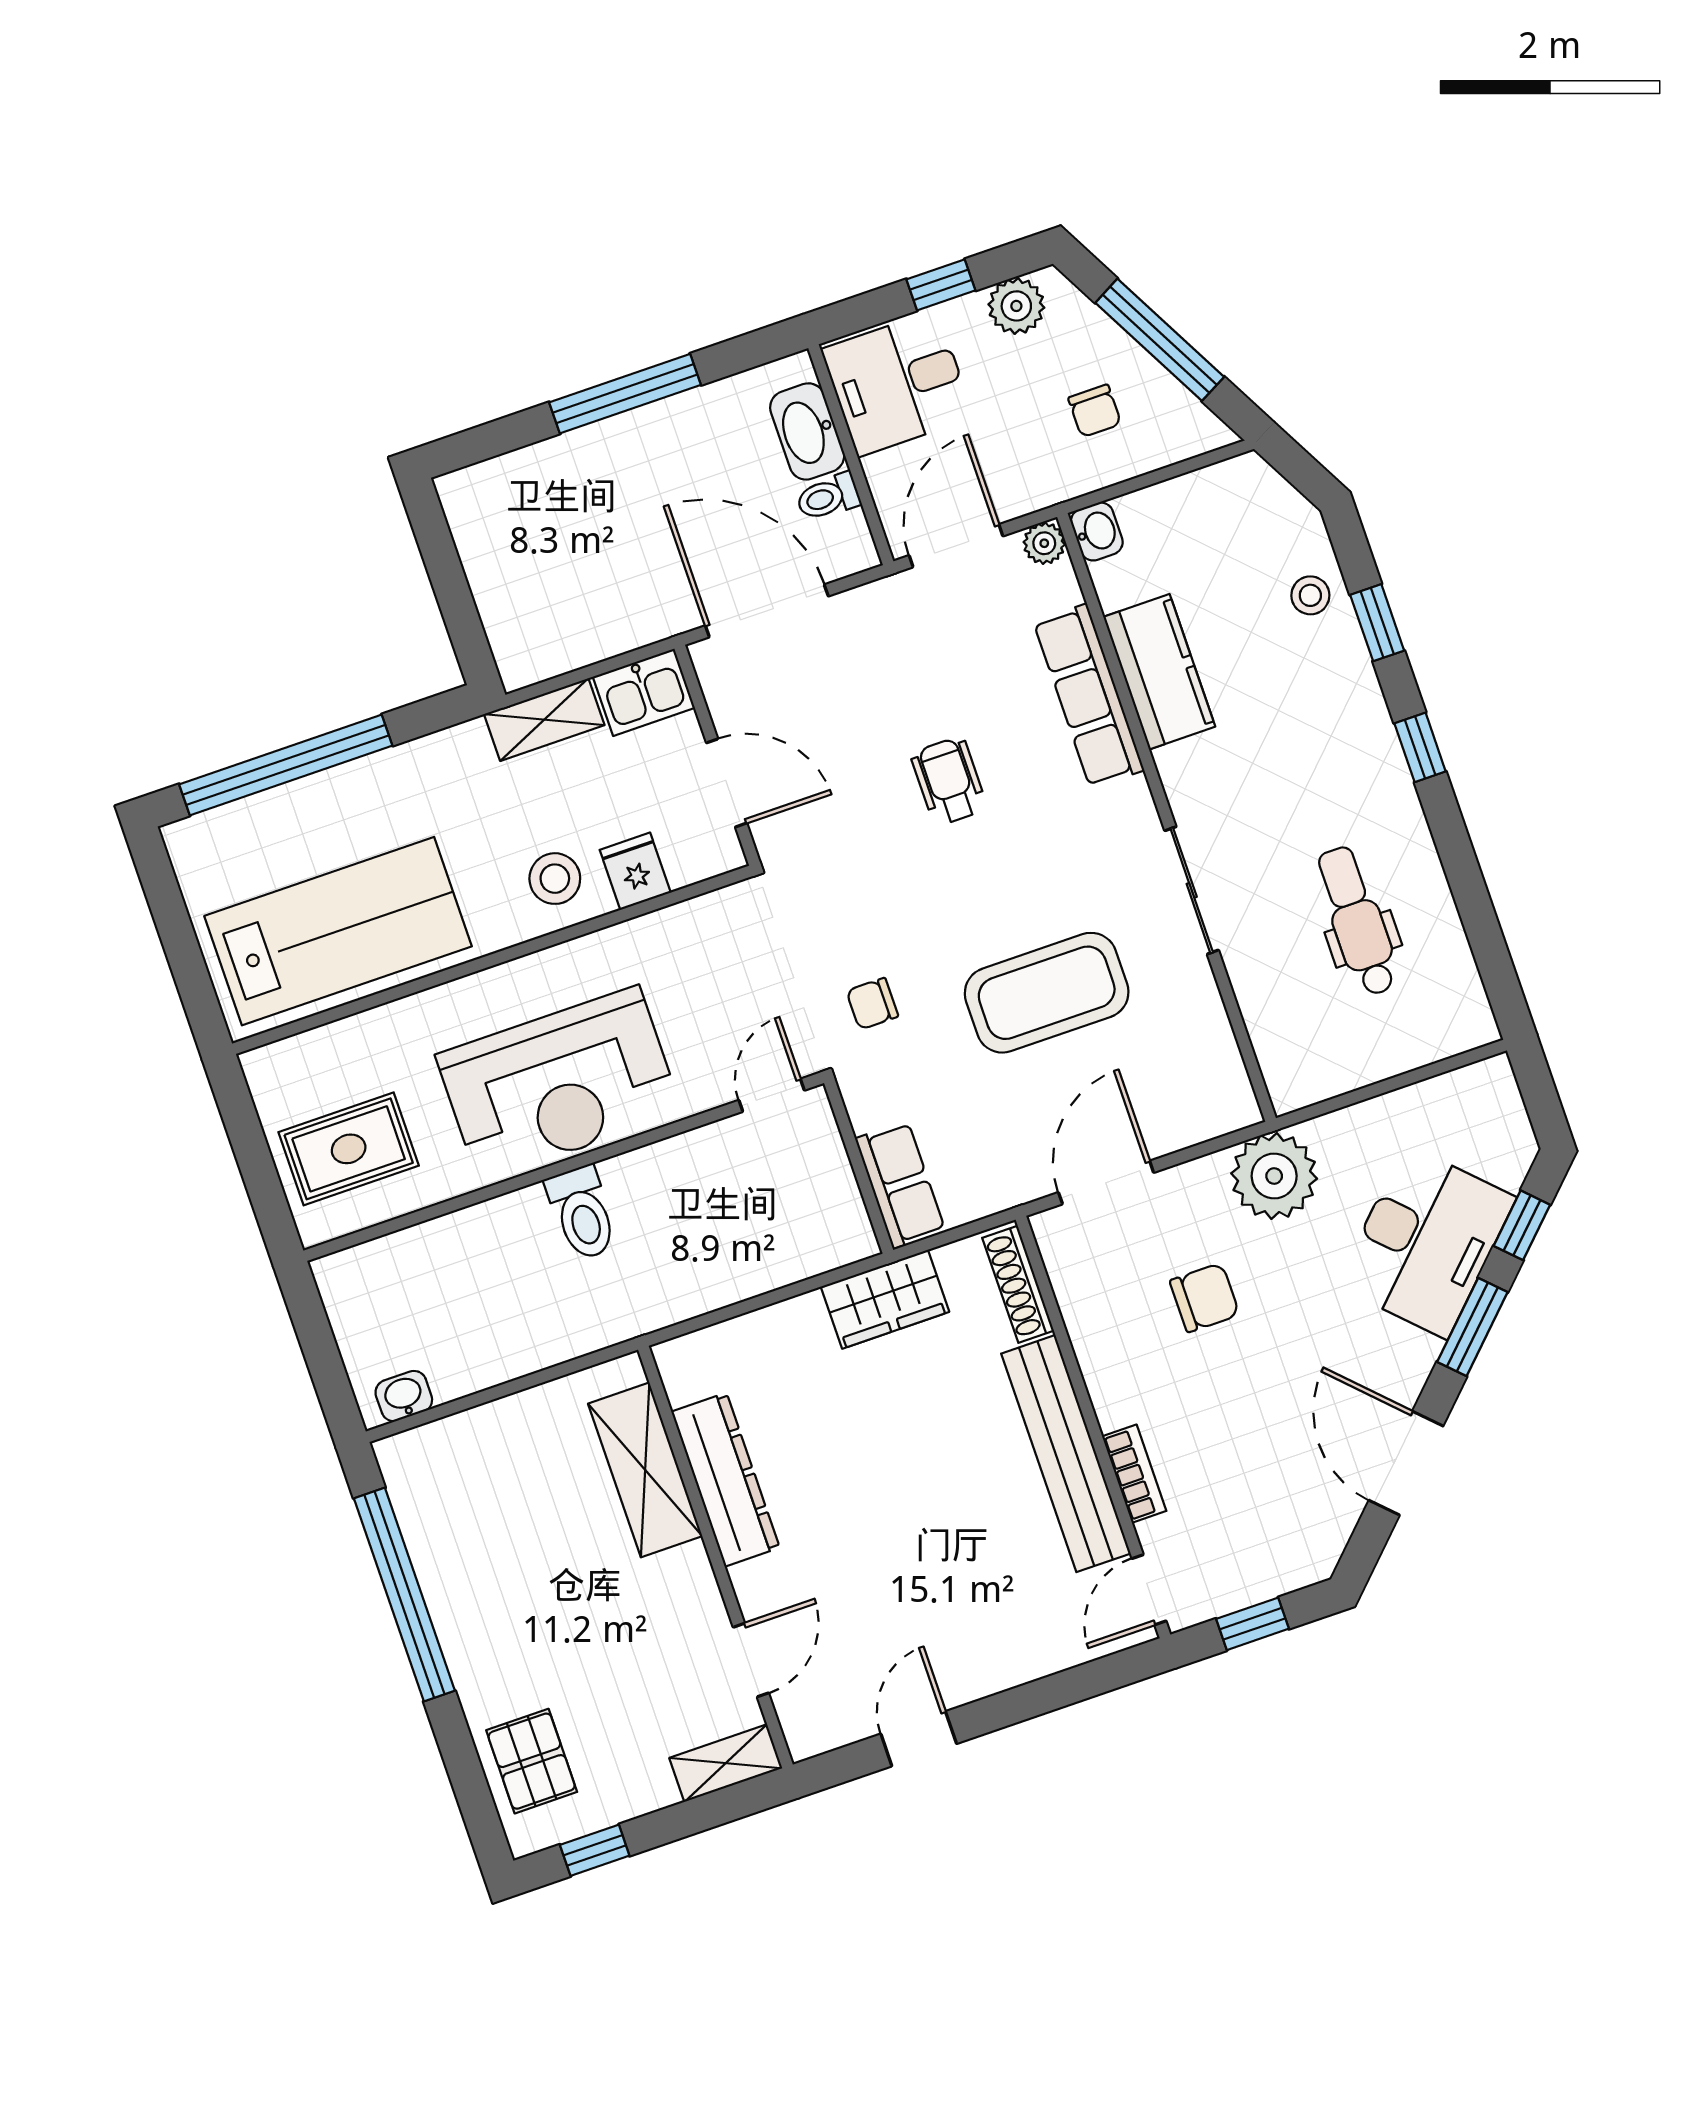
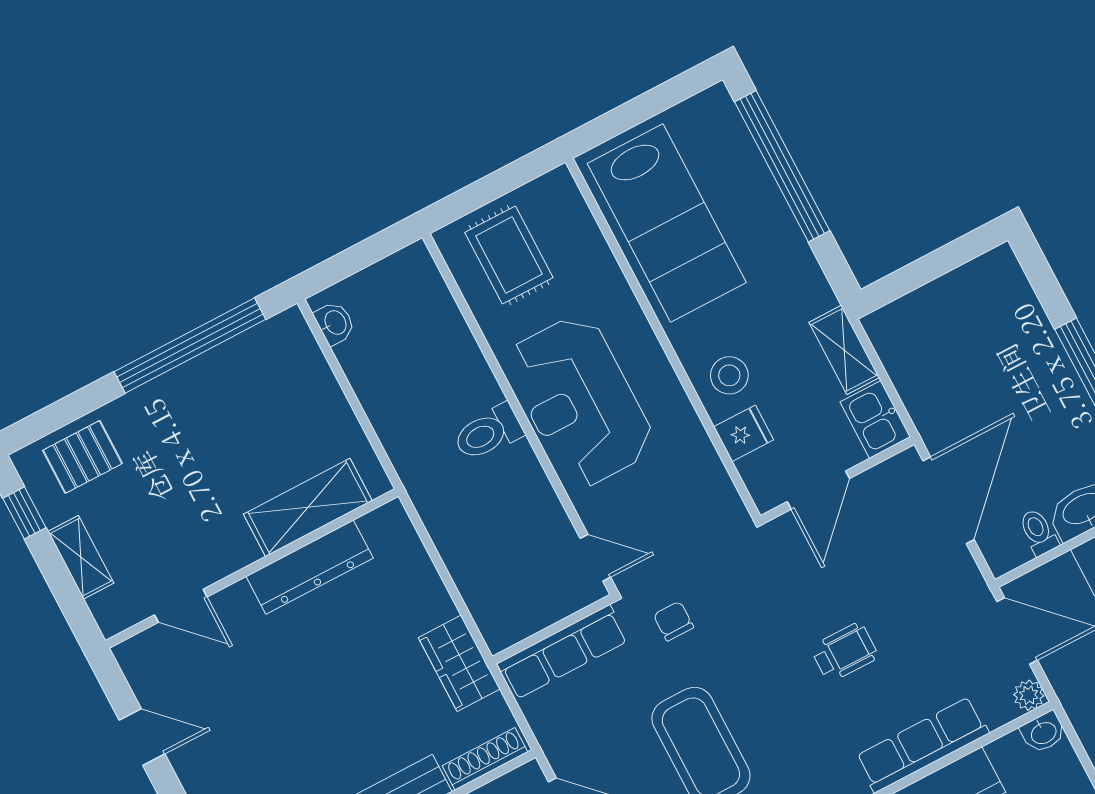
row of seats: (900, 1185) -> (563, 652), width x1.48
shelving: (726, 1763) -> (81, 557), moved

